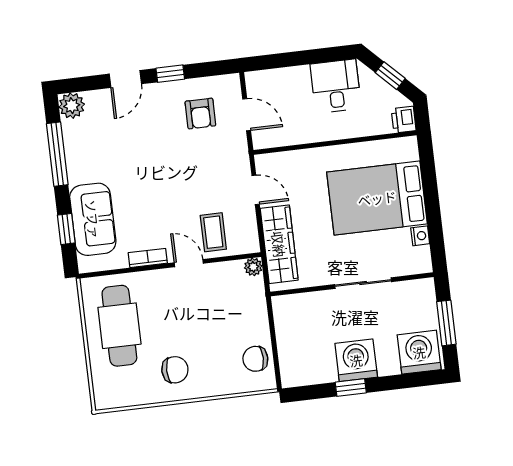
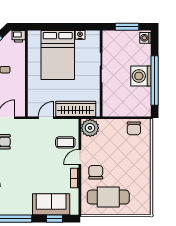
plant: (253, 267) -> (90, 128), width x1.87, depth x1.87
washing machine: (419, 352) -> (145, 38), width x0.53, depth x0.53
chair: (175, 370) -> (96, 172), moved
window: (351, 388) -> (155, 80), width x3.17

